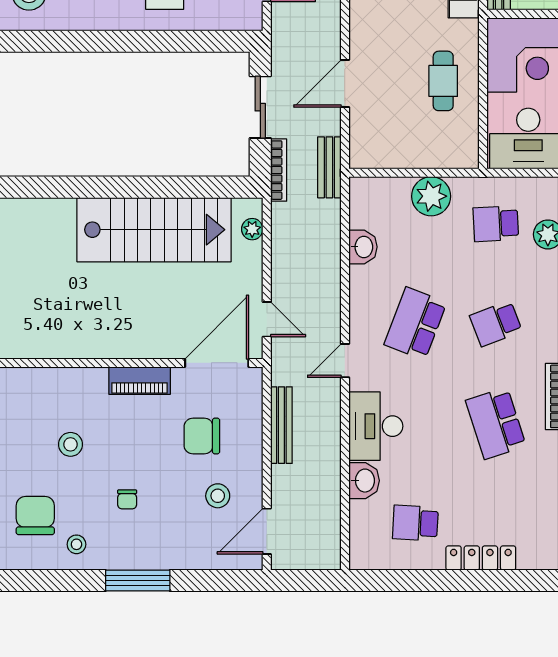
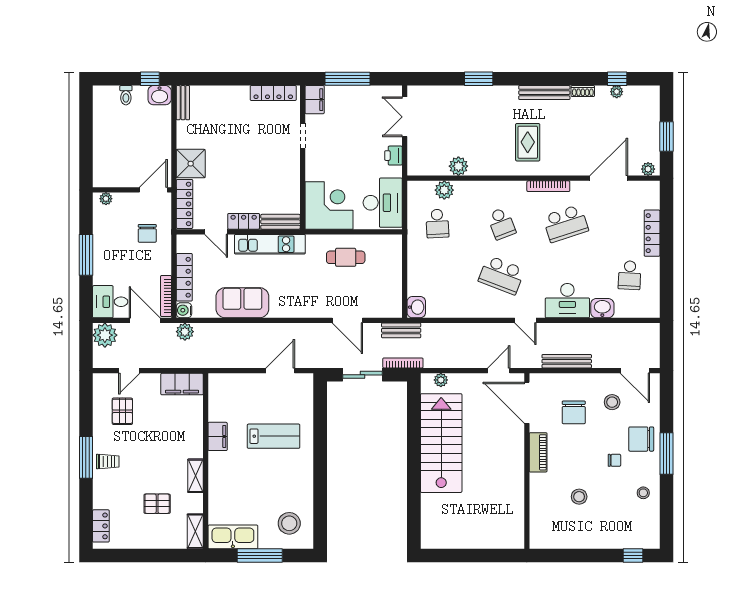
plant: (431, 196) -> (420, 265), removed
washbasin: (363, 247) -> (416, 307), moved, turned 90
chair: (35, 516) -> (641, 439), moved

